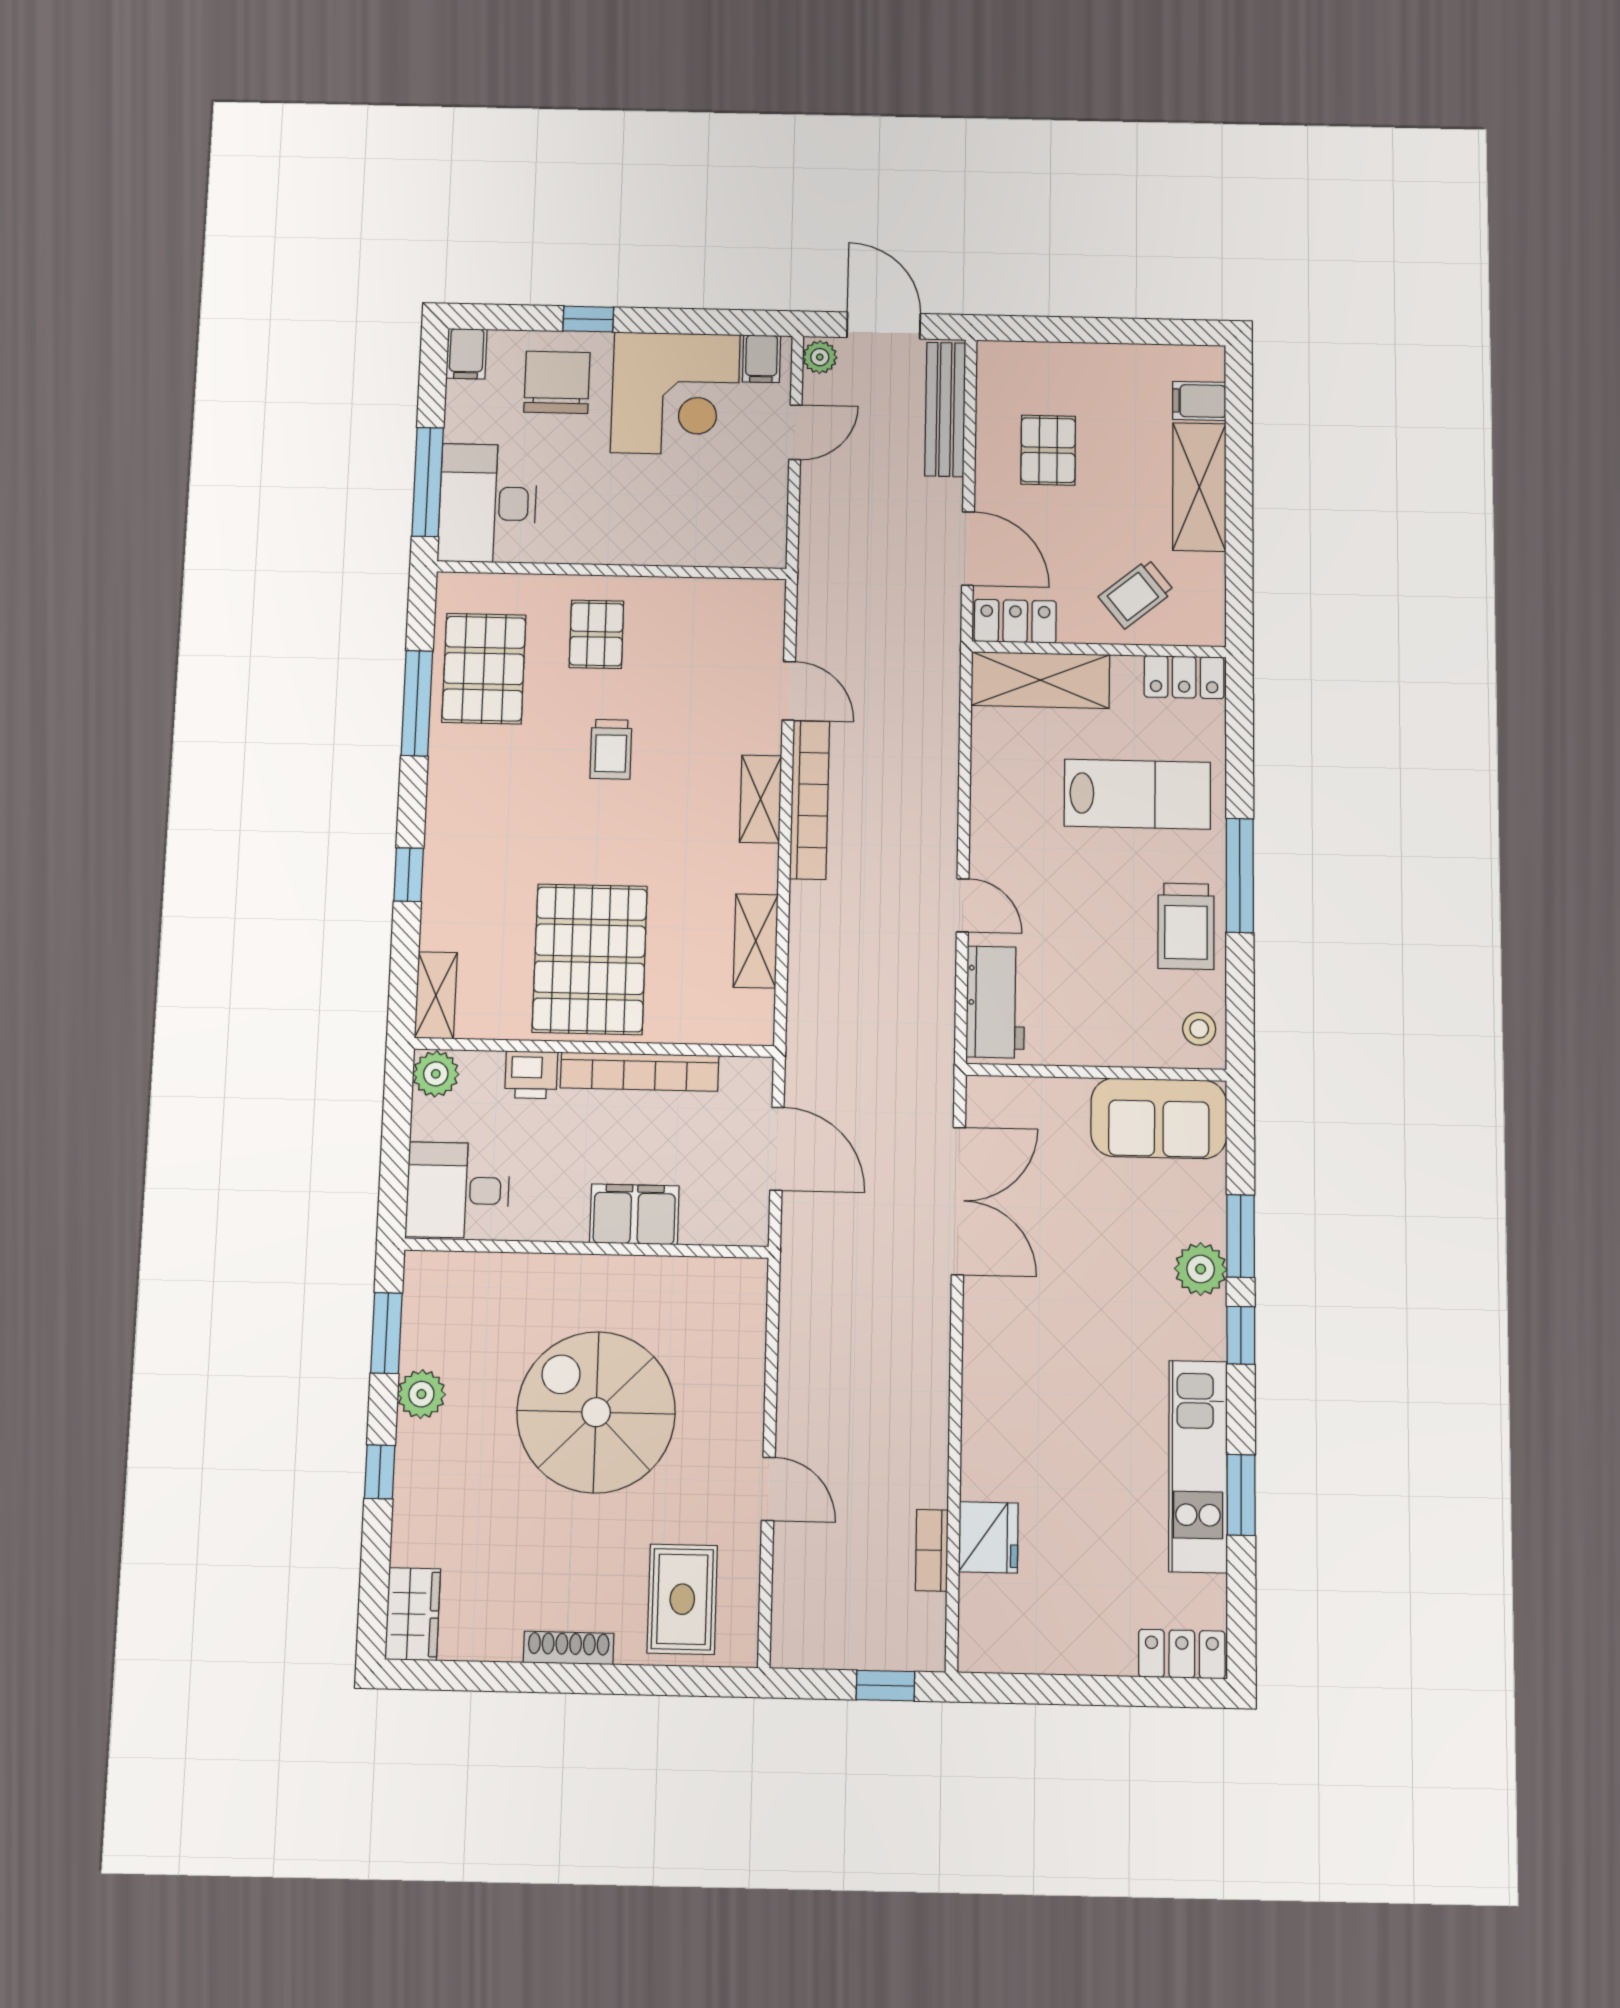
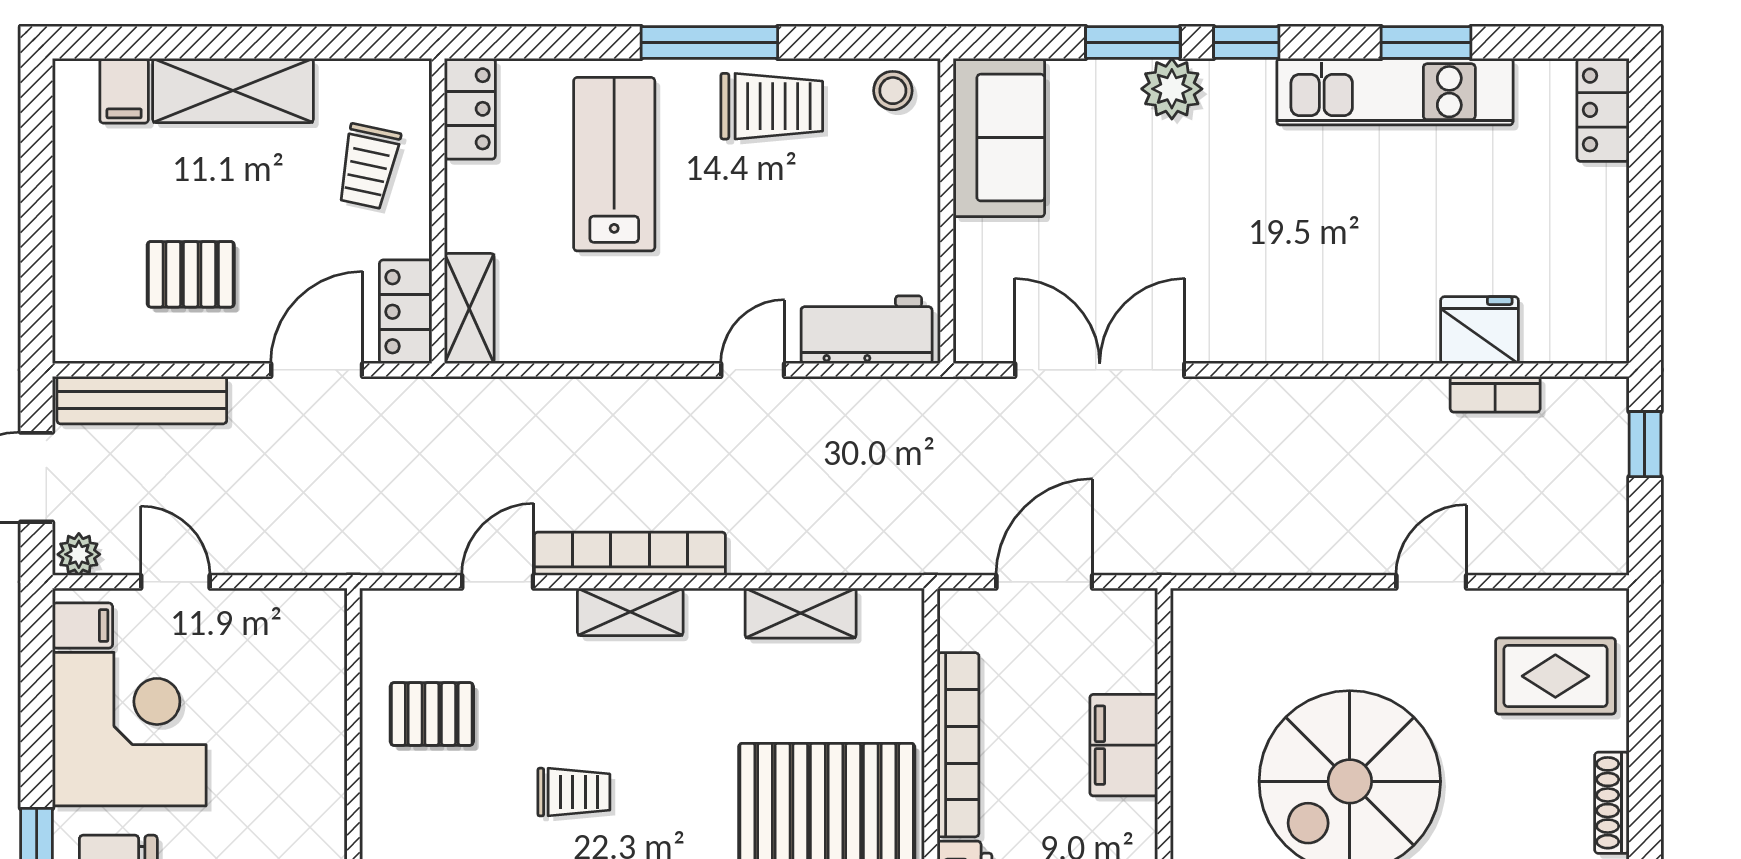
trolley: (1136, 594) -> (368, 166), turned 51
pallet: (596, 634) -> (432, 714), moved
shelving: (1040, 680) -> (469, 308), width x0.67, depth x0.75

